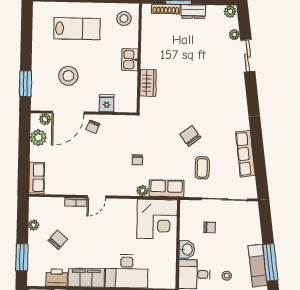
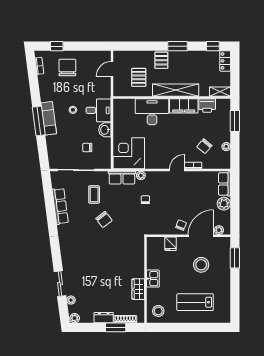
wardrobe: (148, 83) -> (138, 289), moved
plant: (38, 138) -> (224, 204), moved
chair: (58, 240) -> (204, 146), moved

